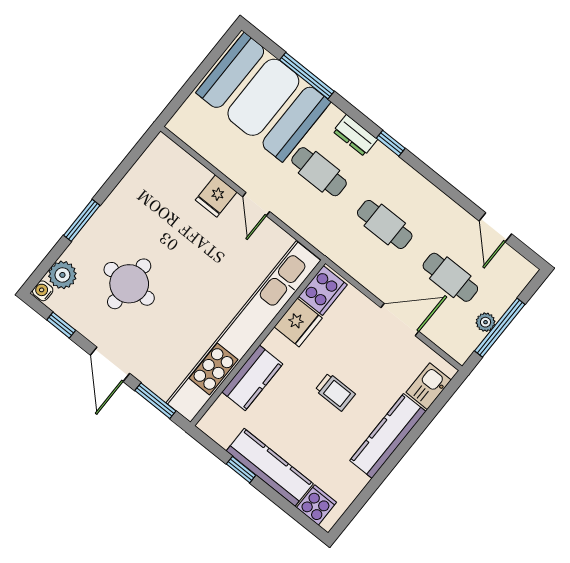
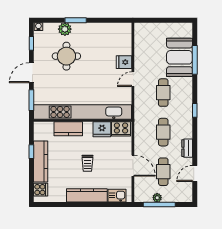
booth: (263, 97) -> (180, 57), width x0.73, depth x0.70
dresser: (355, 135) -> (187, 148), moved
plant: (62, 275) -> (65, 29), moved

